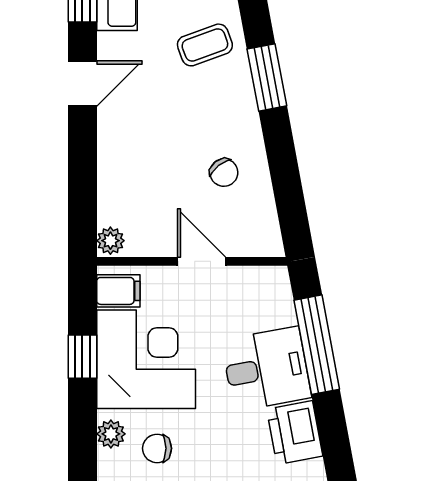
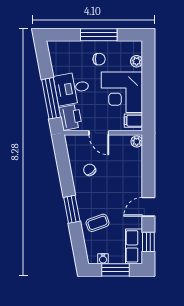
window: (82, 357) -> (148, 93), removed
printer: (295, 433) -> (71, 117), moved
chair: (157, 448) -> (99, 59), moved

